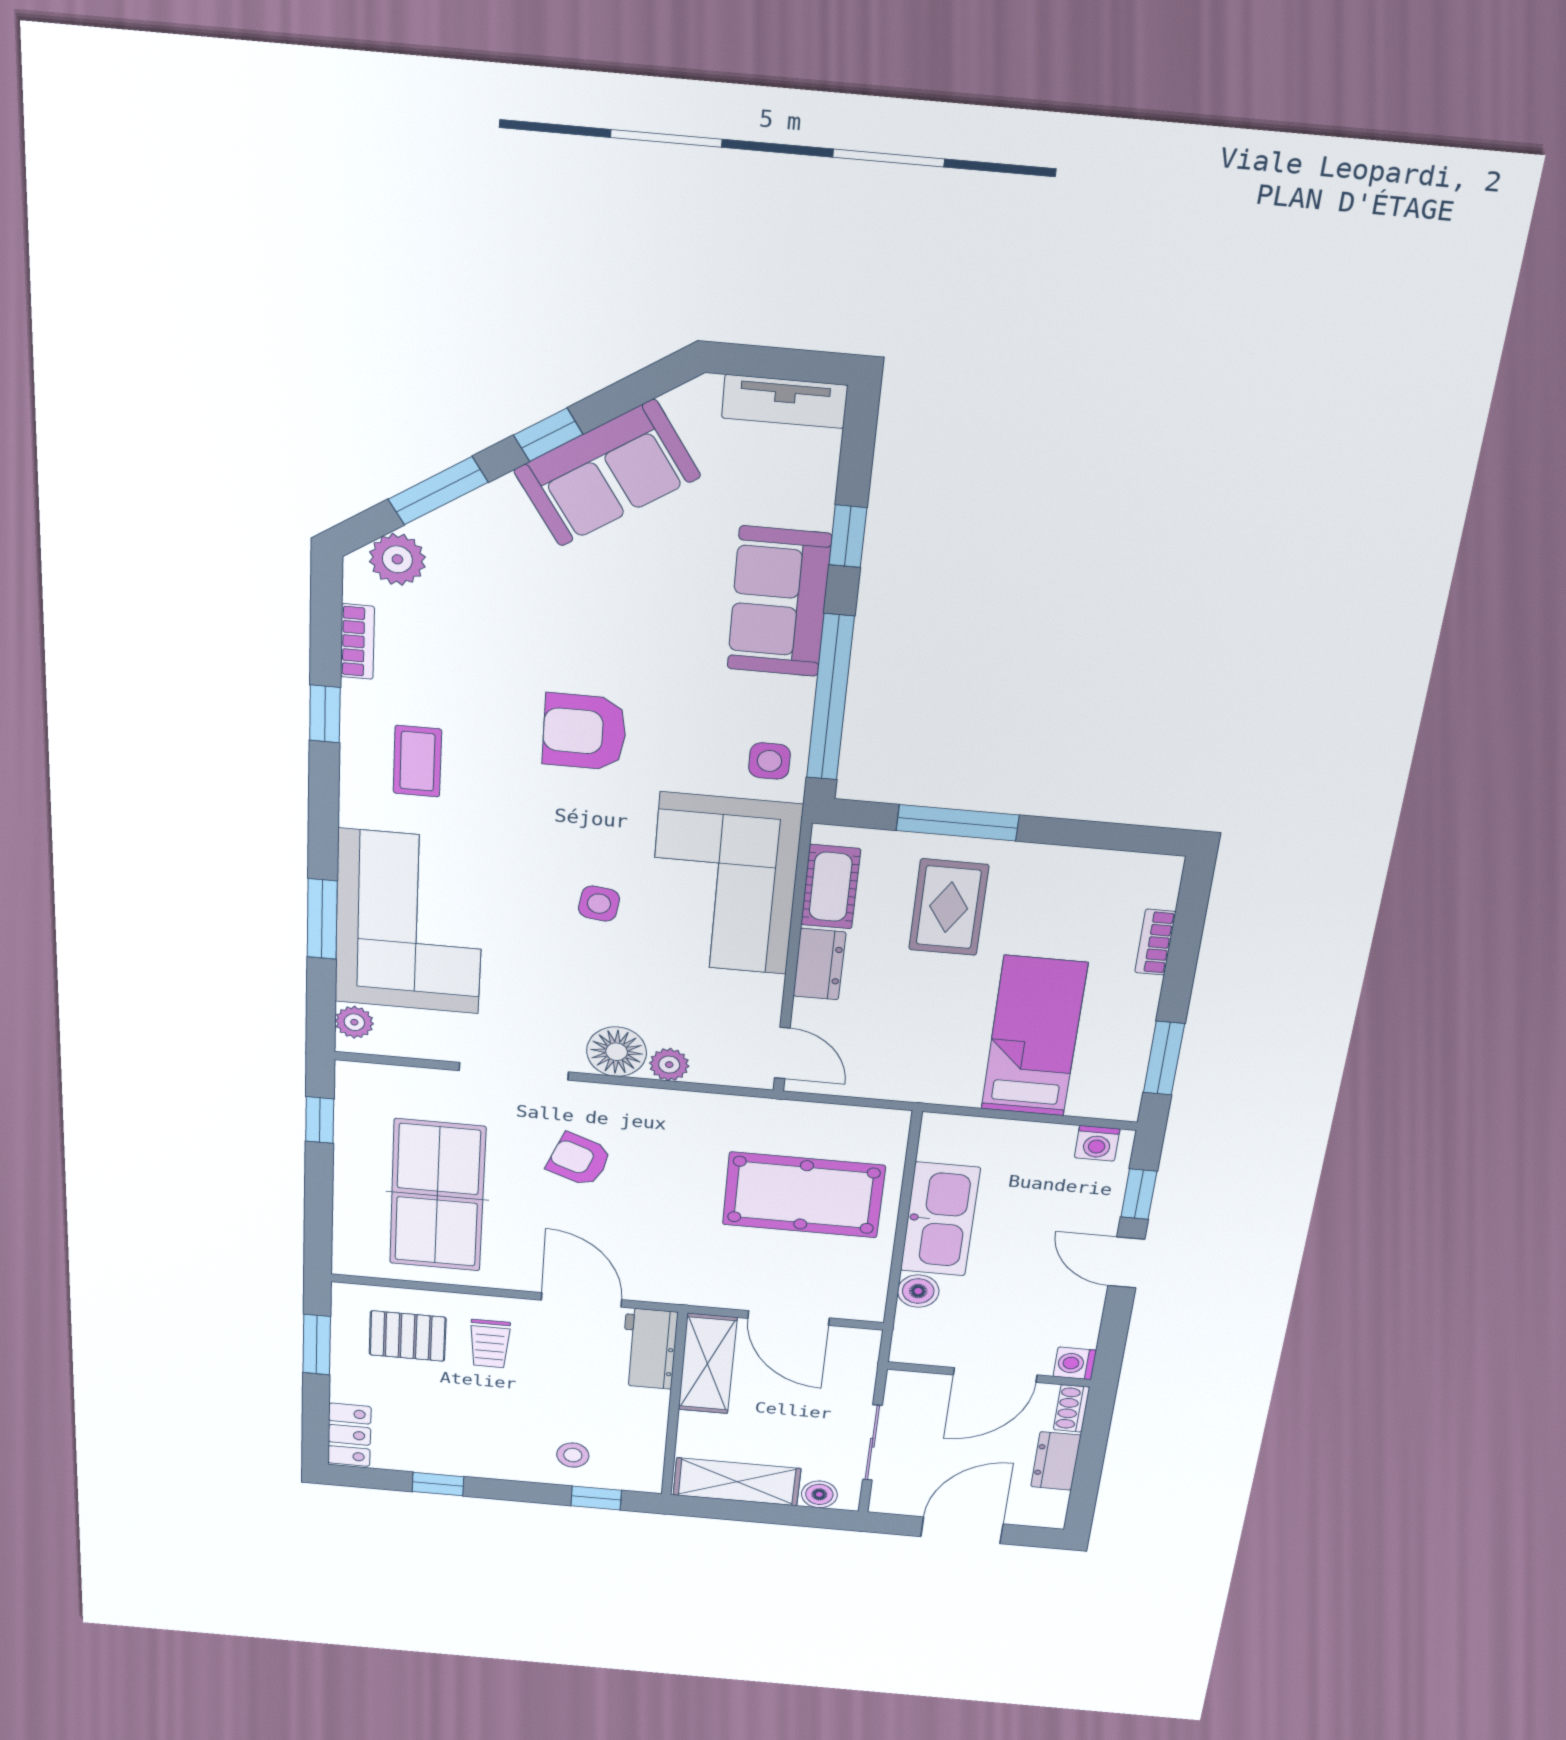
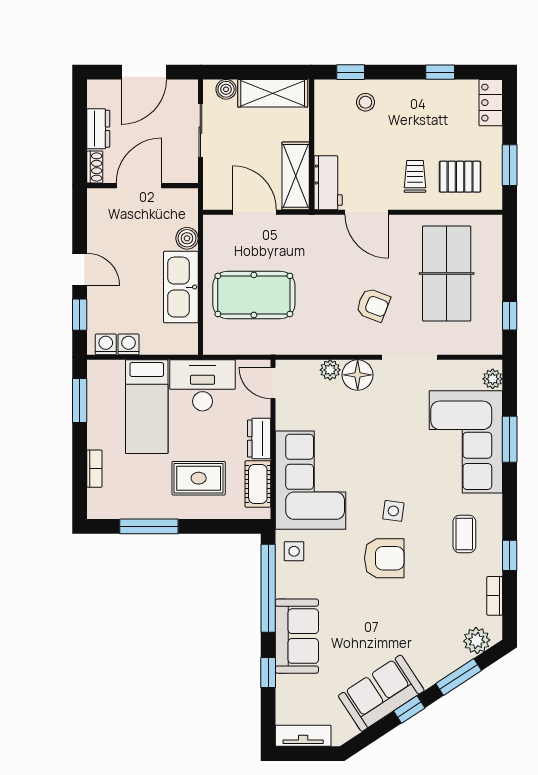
window: (958, 823) -> (149, 526), moved
side table: (599, 904) -> (393, 511), moved
rug: (949, 907) -> (199, 478), turned 90
desk: (920, 1062) -> (203, 385), added
washing machine: (1075, 1363) -> (129, 344), moved, turned -90

